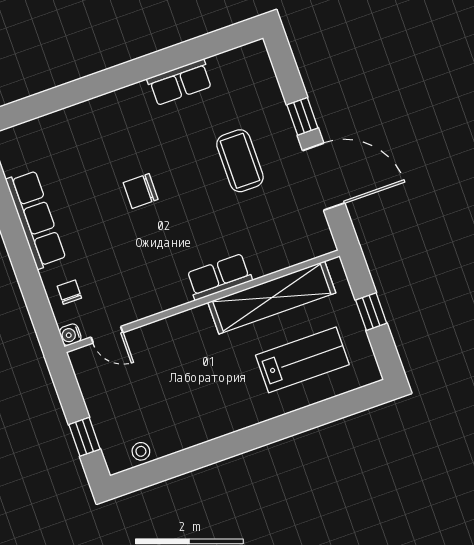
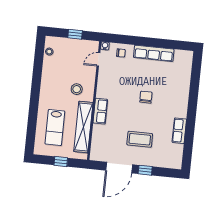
stool: (195, 352) -> (77, 89), added
window: (85, 437) -> (75, 34), moved

